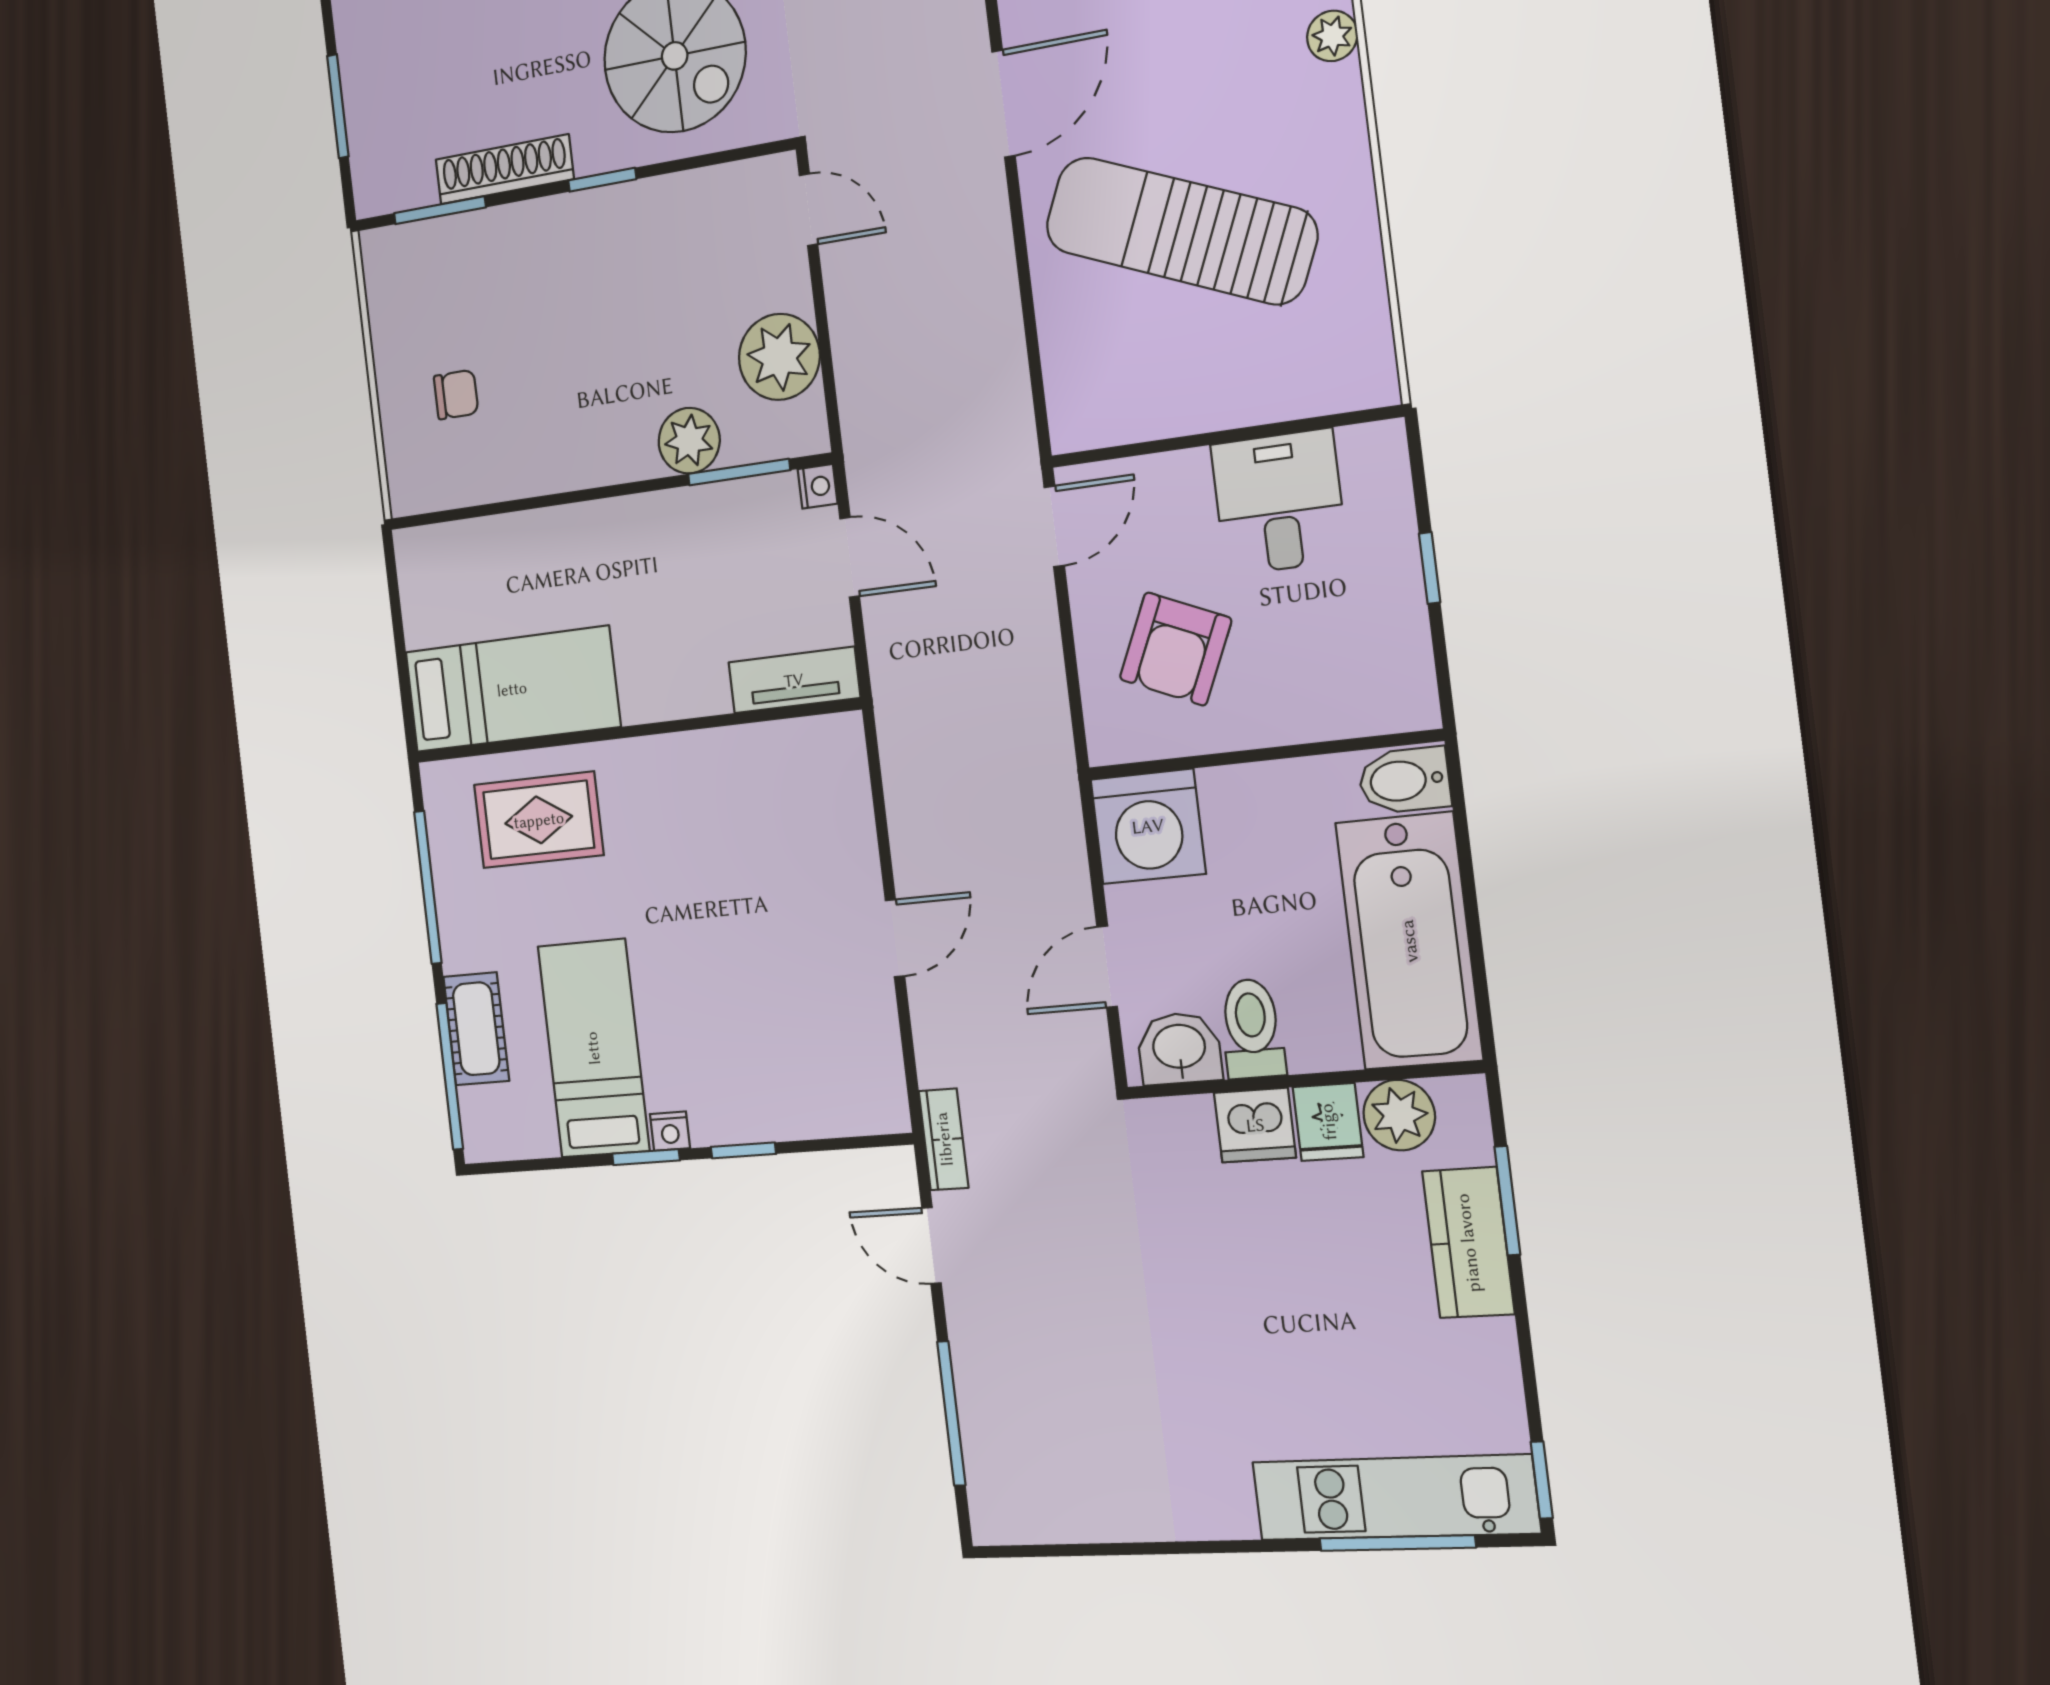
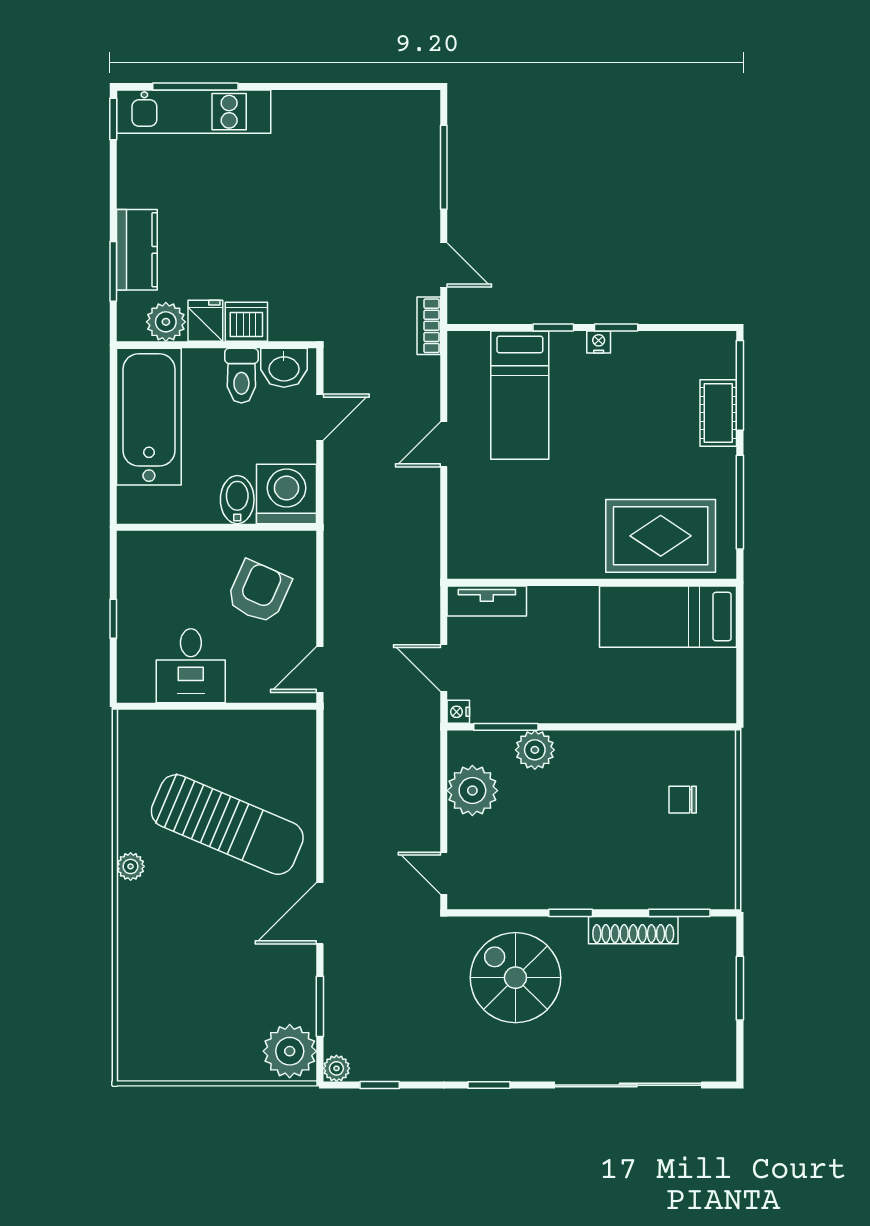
plant: (1332, 36) -> (131, 866), moved
bidet: (1404, 780) -> (237, 500), moved, turned -90
rug: (539, 820) -> (661, 536), width x1.36, depth x1.43
bed: (593, 1048) -> (520, 395), moved

